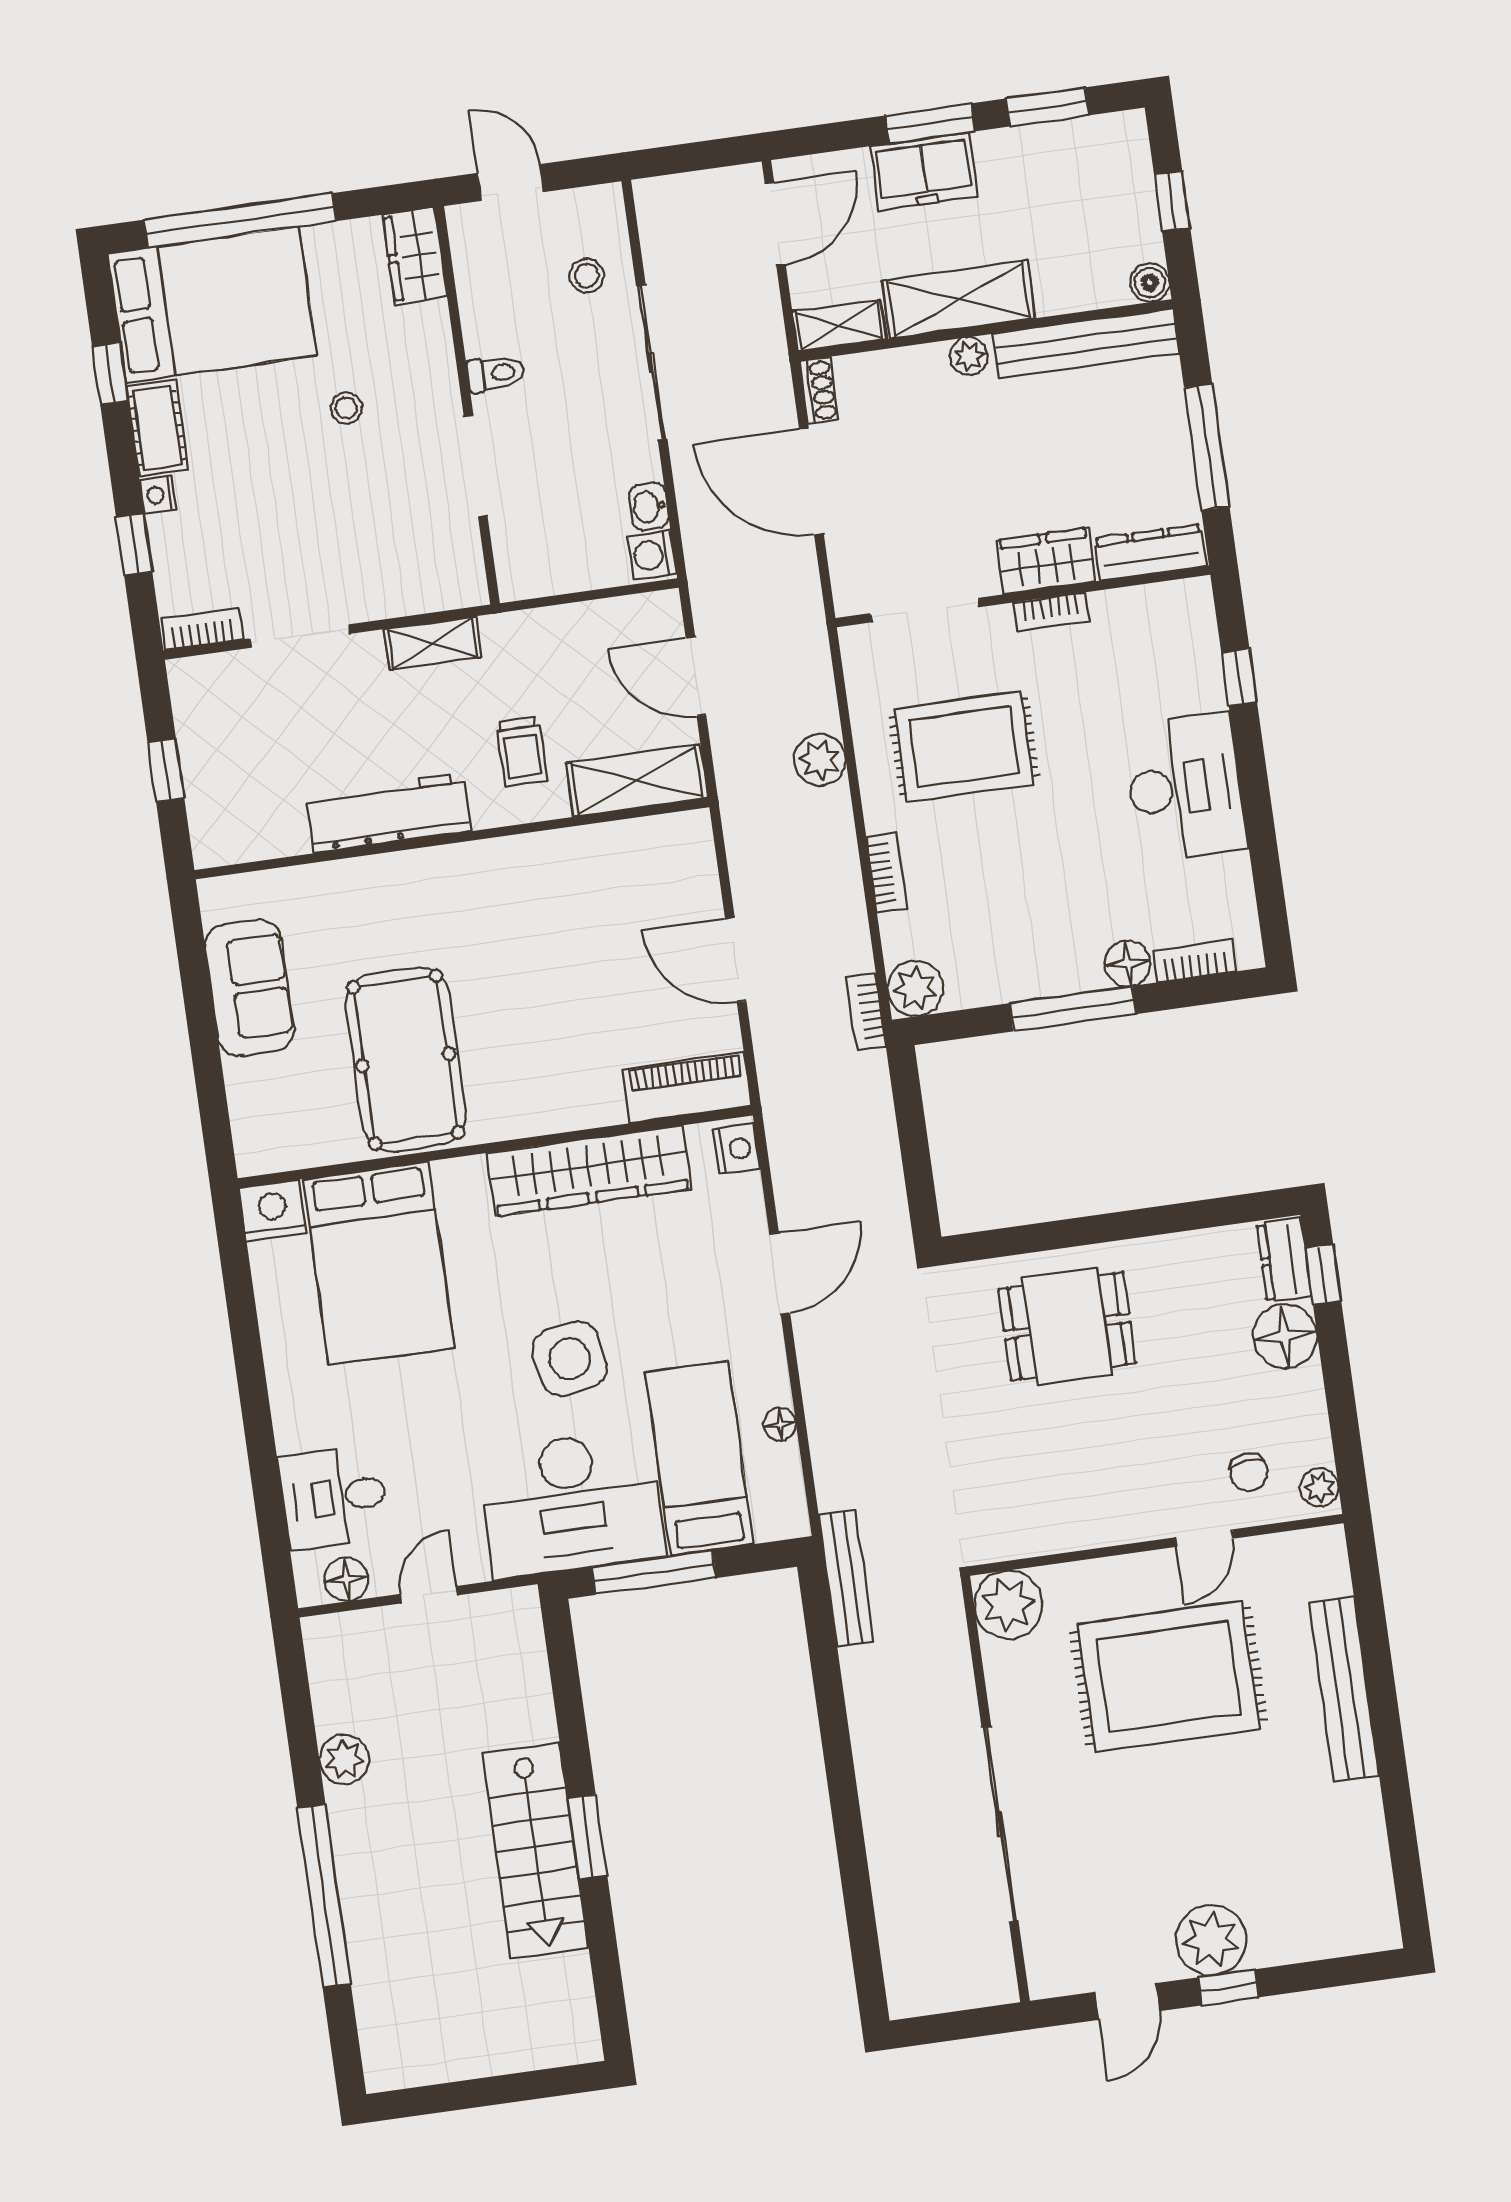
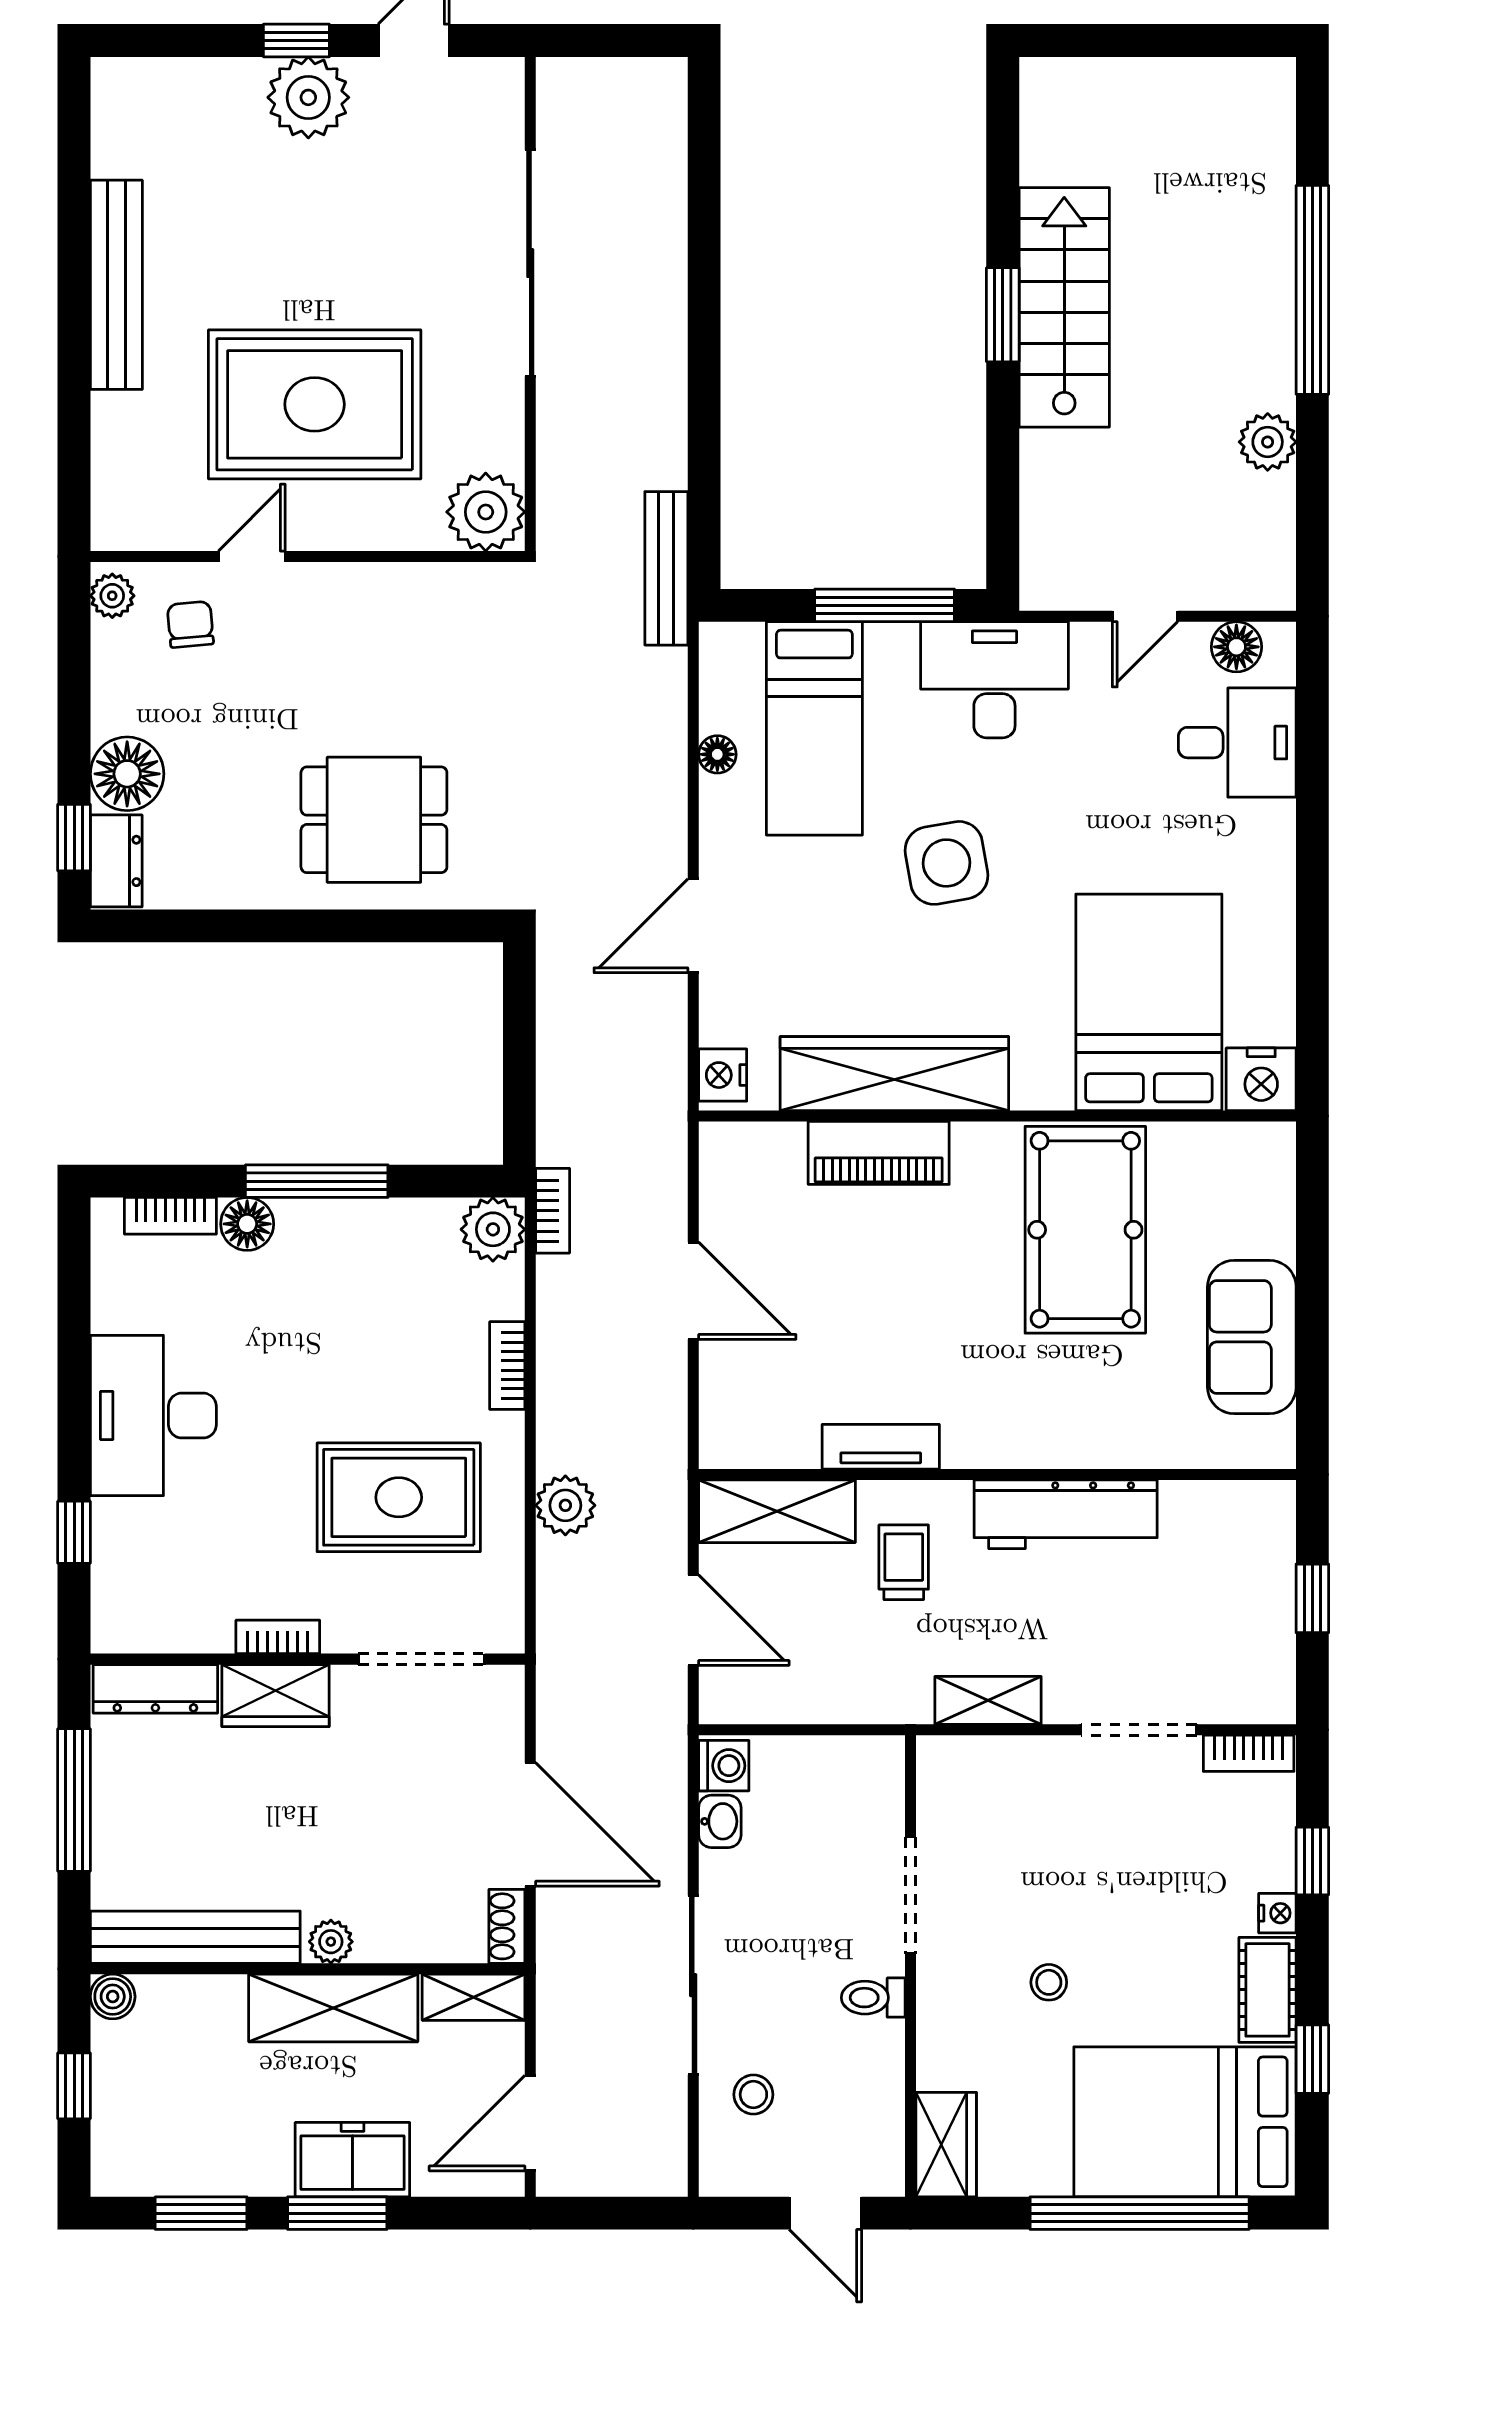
tv unit: (556, 848) -> (881, 1447), added
piano: (687, 1088) -> (879, 1153), moved
desk: (571, 1504) -> (994, 680), width x0.73, depth x0.77
bench: (1344, 1689) -> (116, 285), moved

